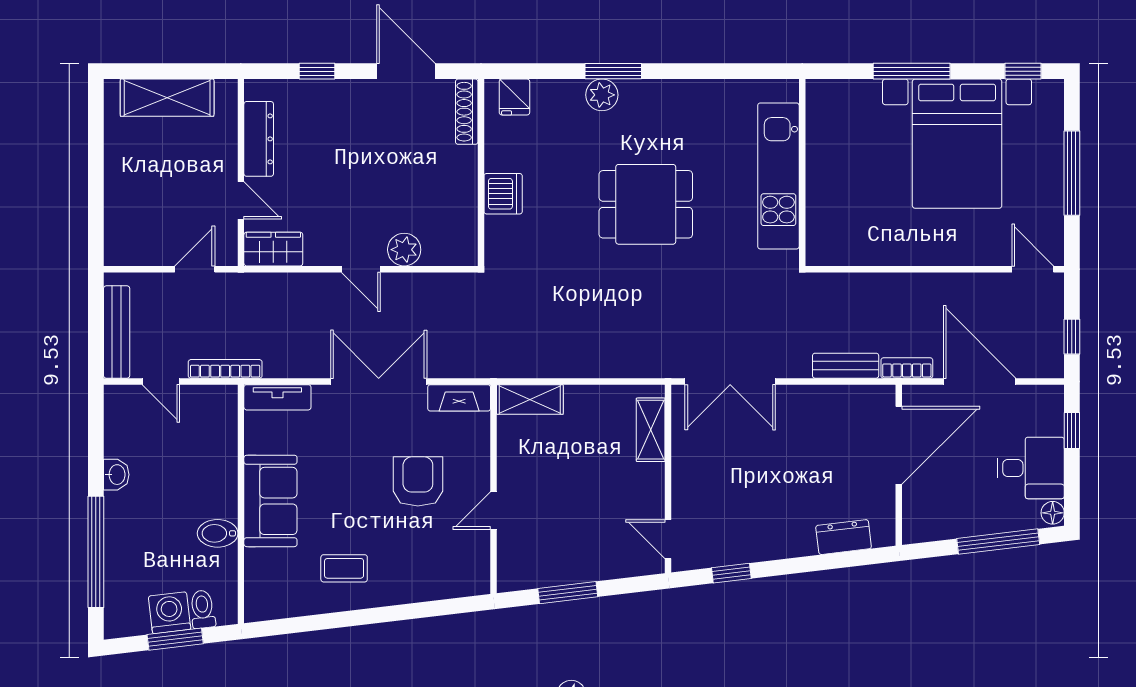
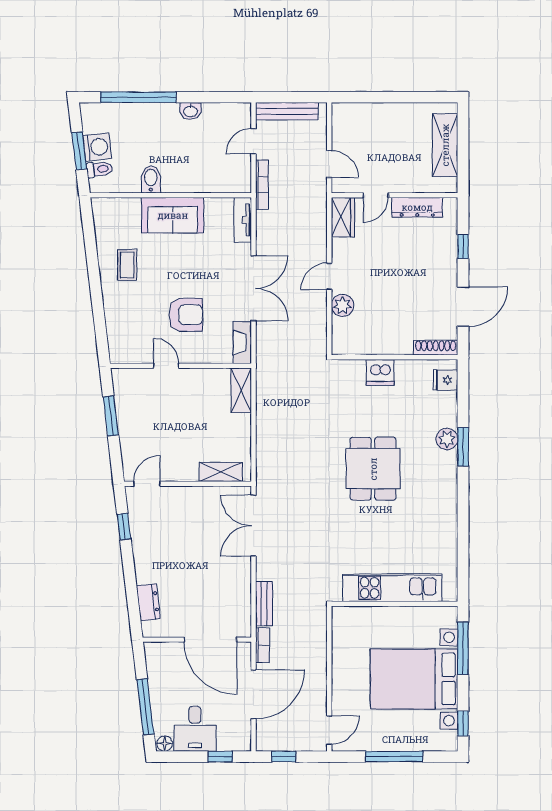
wall: (802, 172) -> (395, 604), moved
kitchen unit: (778, 176) -> (392, 588), moved

